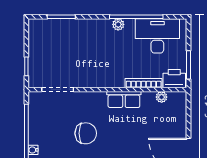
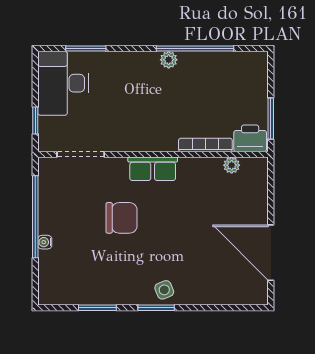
desk: (157, 36) -> (63, 83), moved, turned -90
row of seats: (124, 100) -> (153, 169), moved

